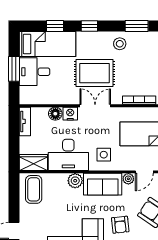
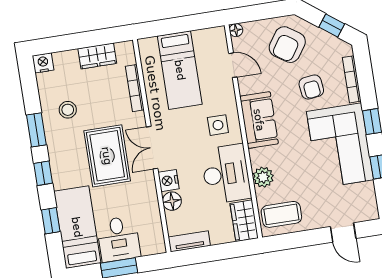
window: (137, 26) -> (36, 130), moved
stool: (120, 44) -> (68, 110), moved
plant: (128, 179) -> (246, 86), removed
plant: (75, 181) -> (263, 177), moved
armchair: (120, 225) -> (311, 87), turned 89

